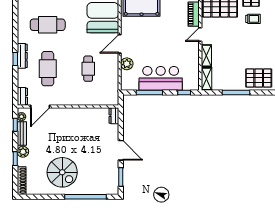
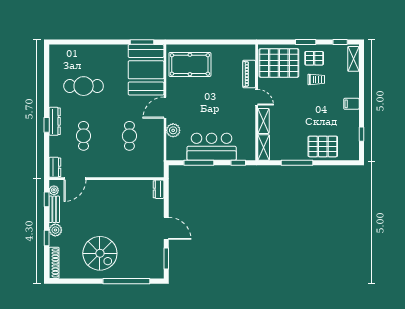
door: (200, 35) -> (257, 97), swing flipped
cafe table: (48, 69) -> (84, 136), width x0.73, depth x0.74

